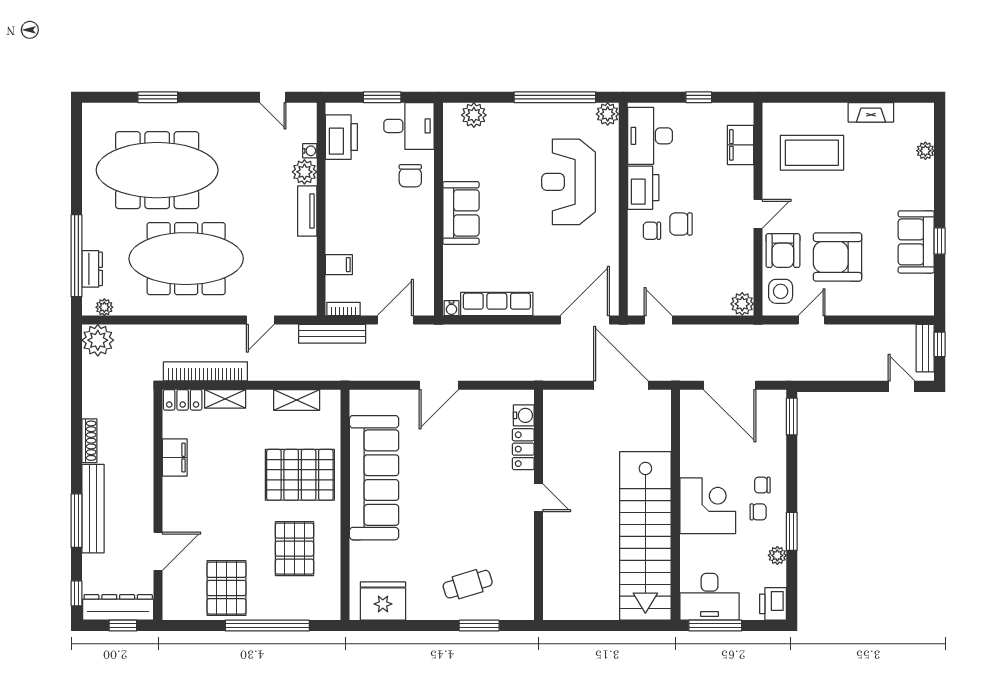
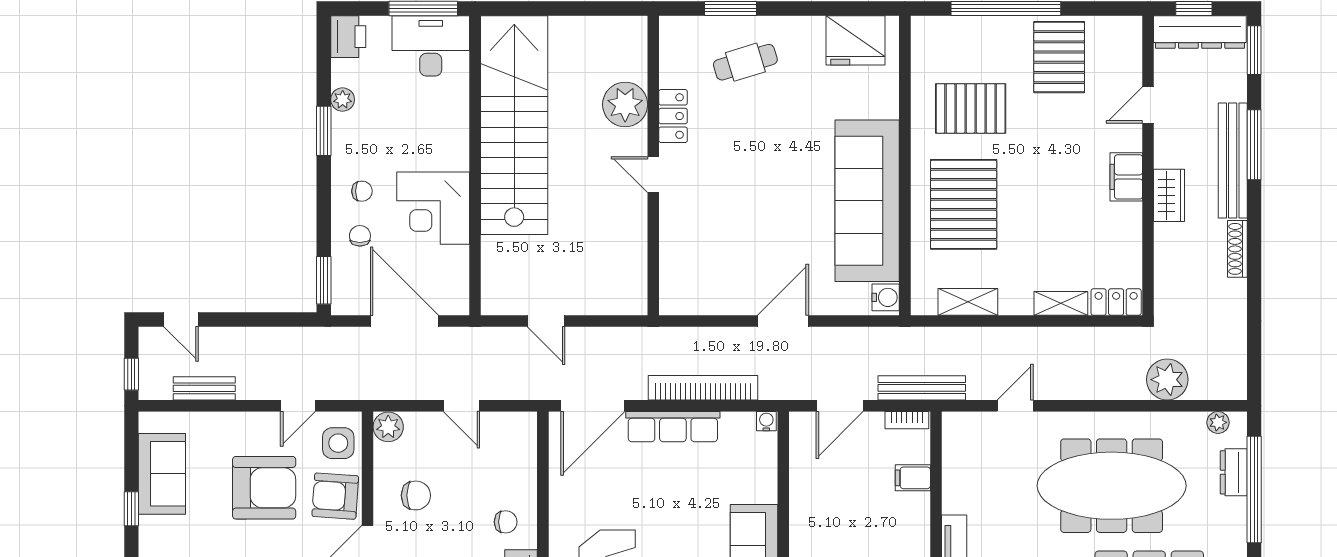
chair: (681, 224) -> (416, 495), moved
sofa: (916, 242) -> (162, 474), moved
armchair: (783, 251) -> (335, 496), turned -86
row of seats: (497, 304) -> (673, 427), moved
door: (658, 320) -> (461, 406), moved
plant: (98, 340) -> (1167, 380), moved
bench: (925, 348) -> (204, 388), moved, turned 90
bookcase: (205, 371) -> (703, 388), moved, turned 180
door: (621, 385) -> (546, 321), width x0.53
water cooler: (524, 415) -> (886, 297), moved, turned 180
locker: (523, 449) -> (673, 116), moved
filing cabinet: (175, 458) -> (1126, 177), moved
pallet: (300, 475) -> (964, 204), turned 90
wardrobe: (142, 482) -> (1169, 195), added
corner desk: (708, 506) -> (433, 208), moved
chair: (758, 512) -> (360, 236), moved, turned 90
pallet: (294, 549) -> (971, 108), turned 90
door: (158, 551) -> (1148, 105), width x0.73
plant: (560, 552) -> (625, 104), added
window: (77, 593) -> (1254, 50), width x1.50

